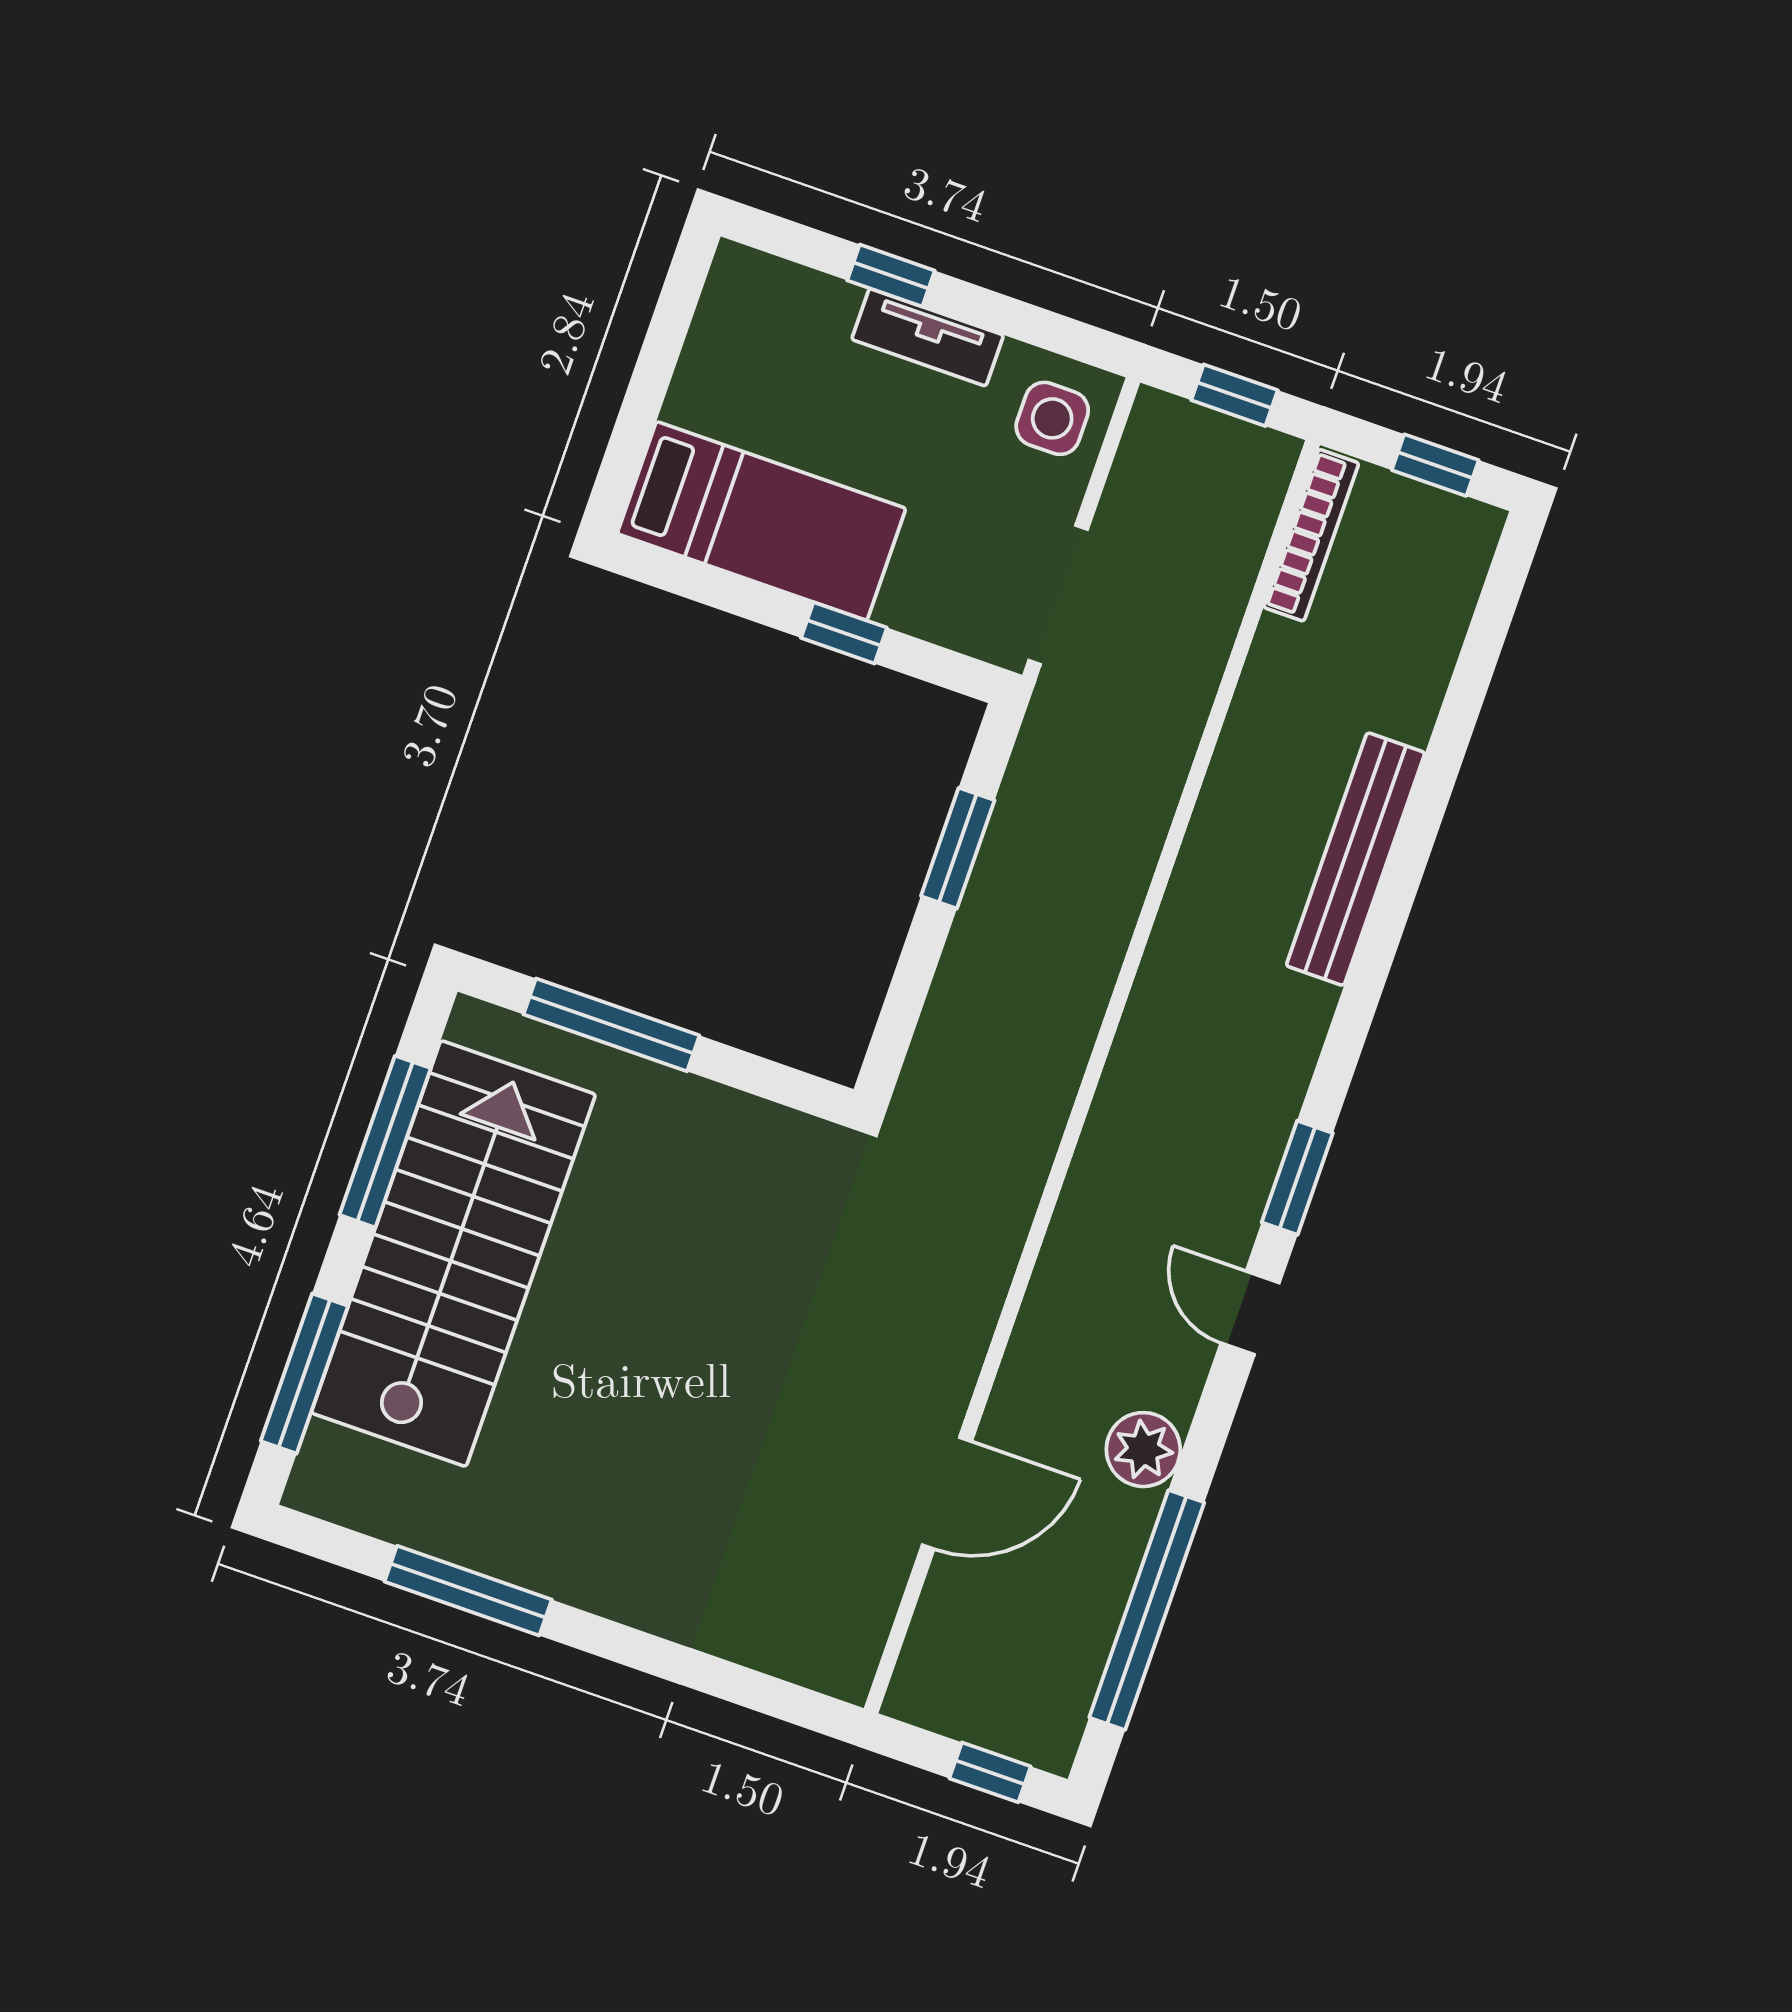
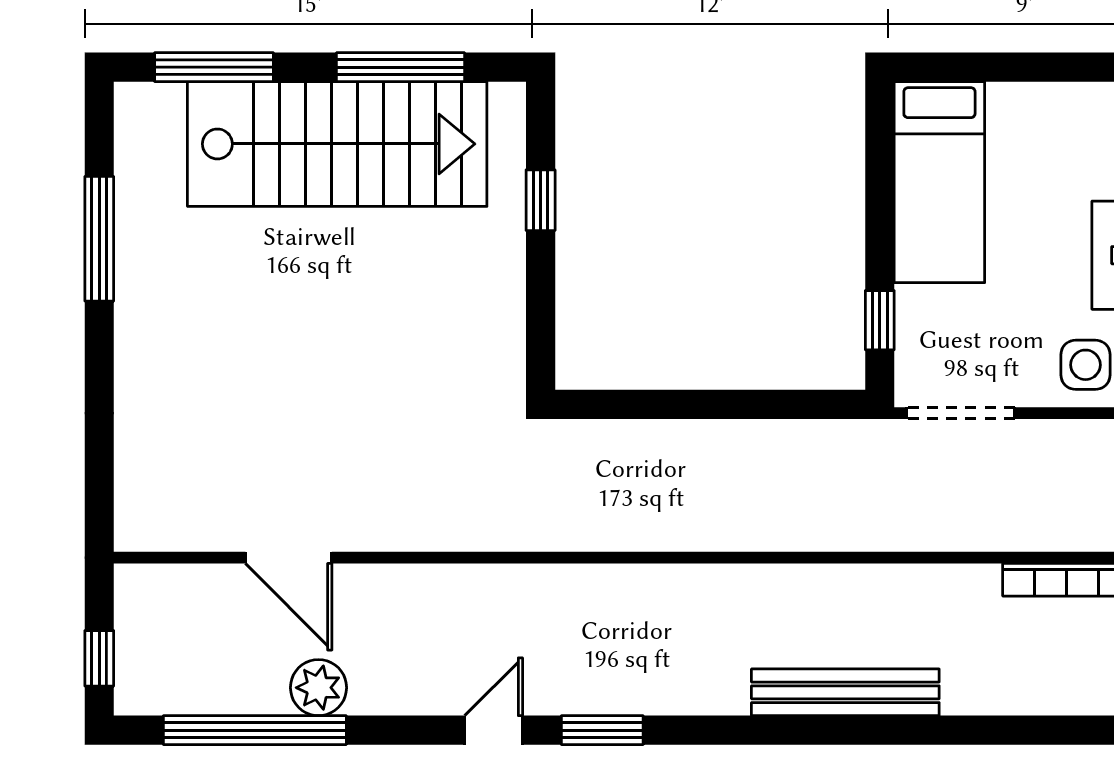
window: (844, 633) -> (880, 320), moved
window: (958, 848) -> (754, 404), removed
window: (611, 1025) -> (541, 200), width x0.46
plant: (1143, 1450) -> (318, 688), moved

